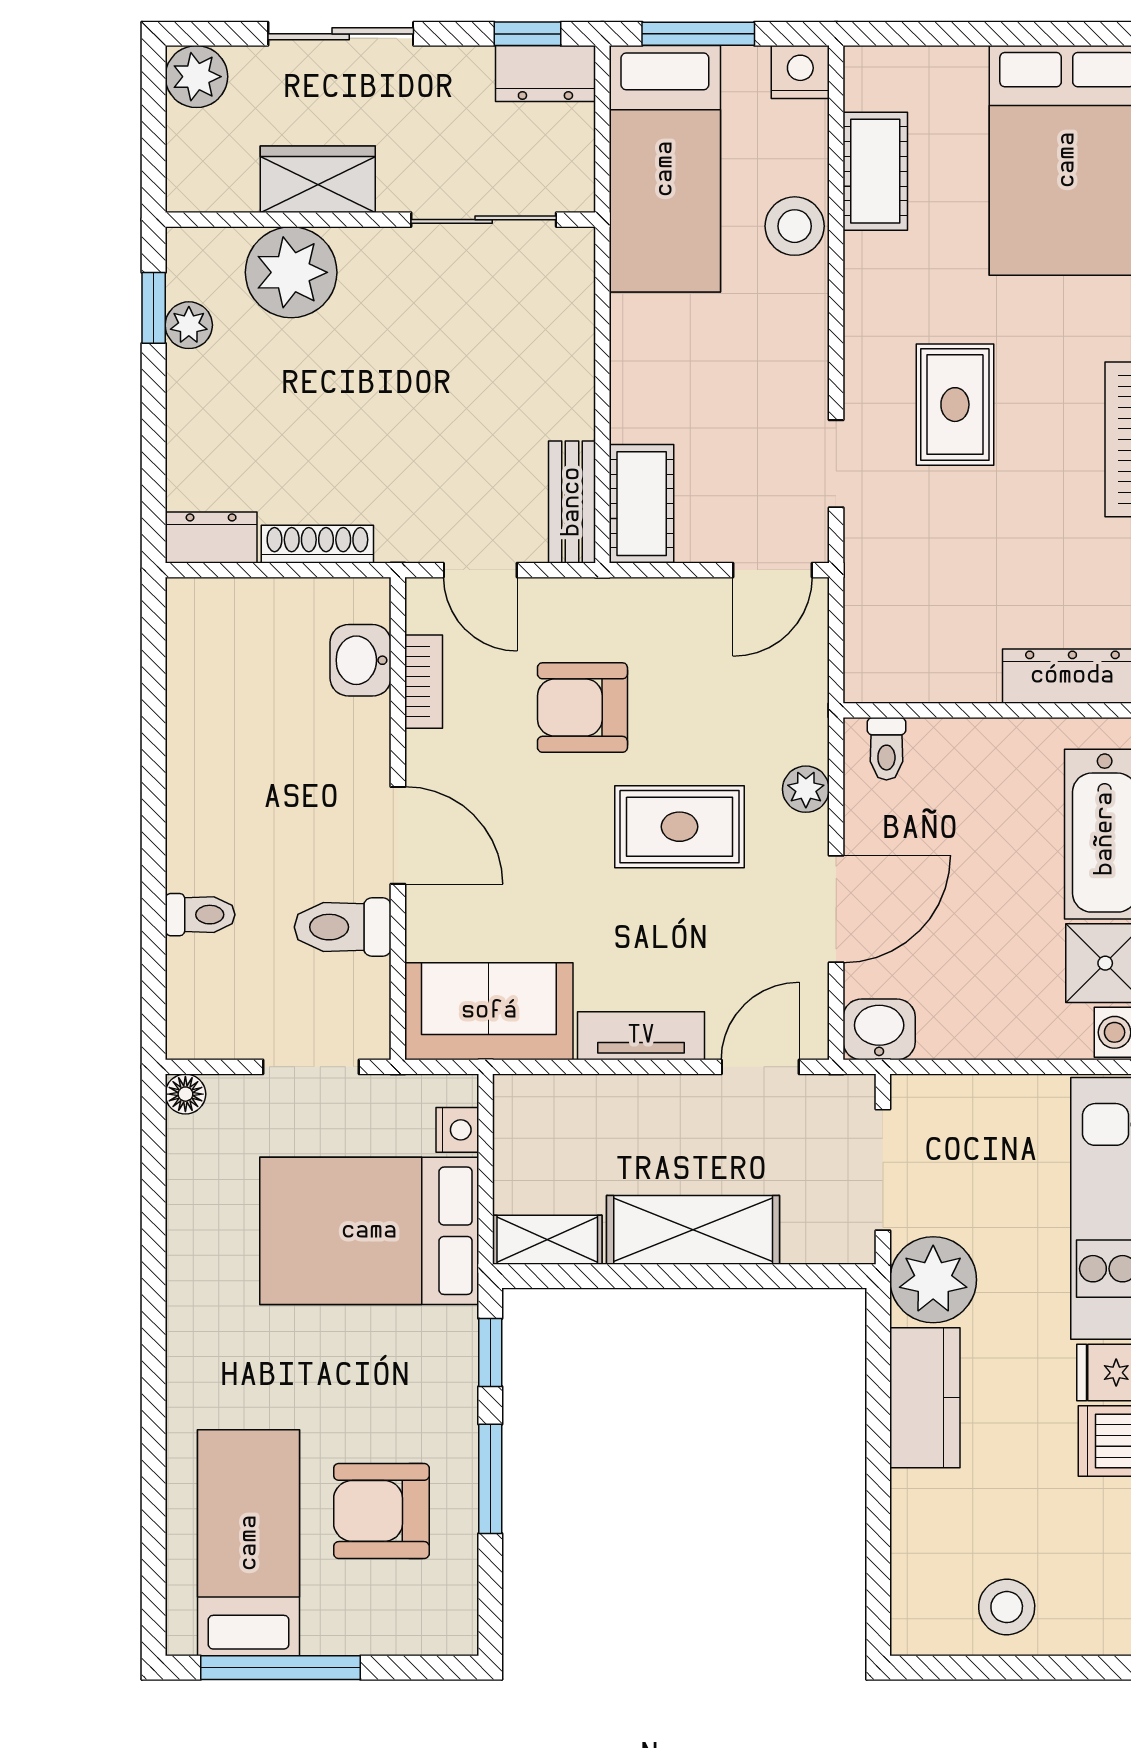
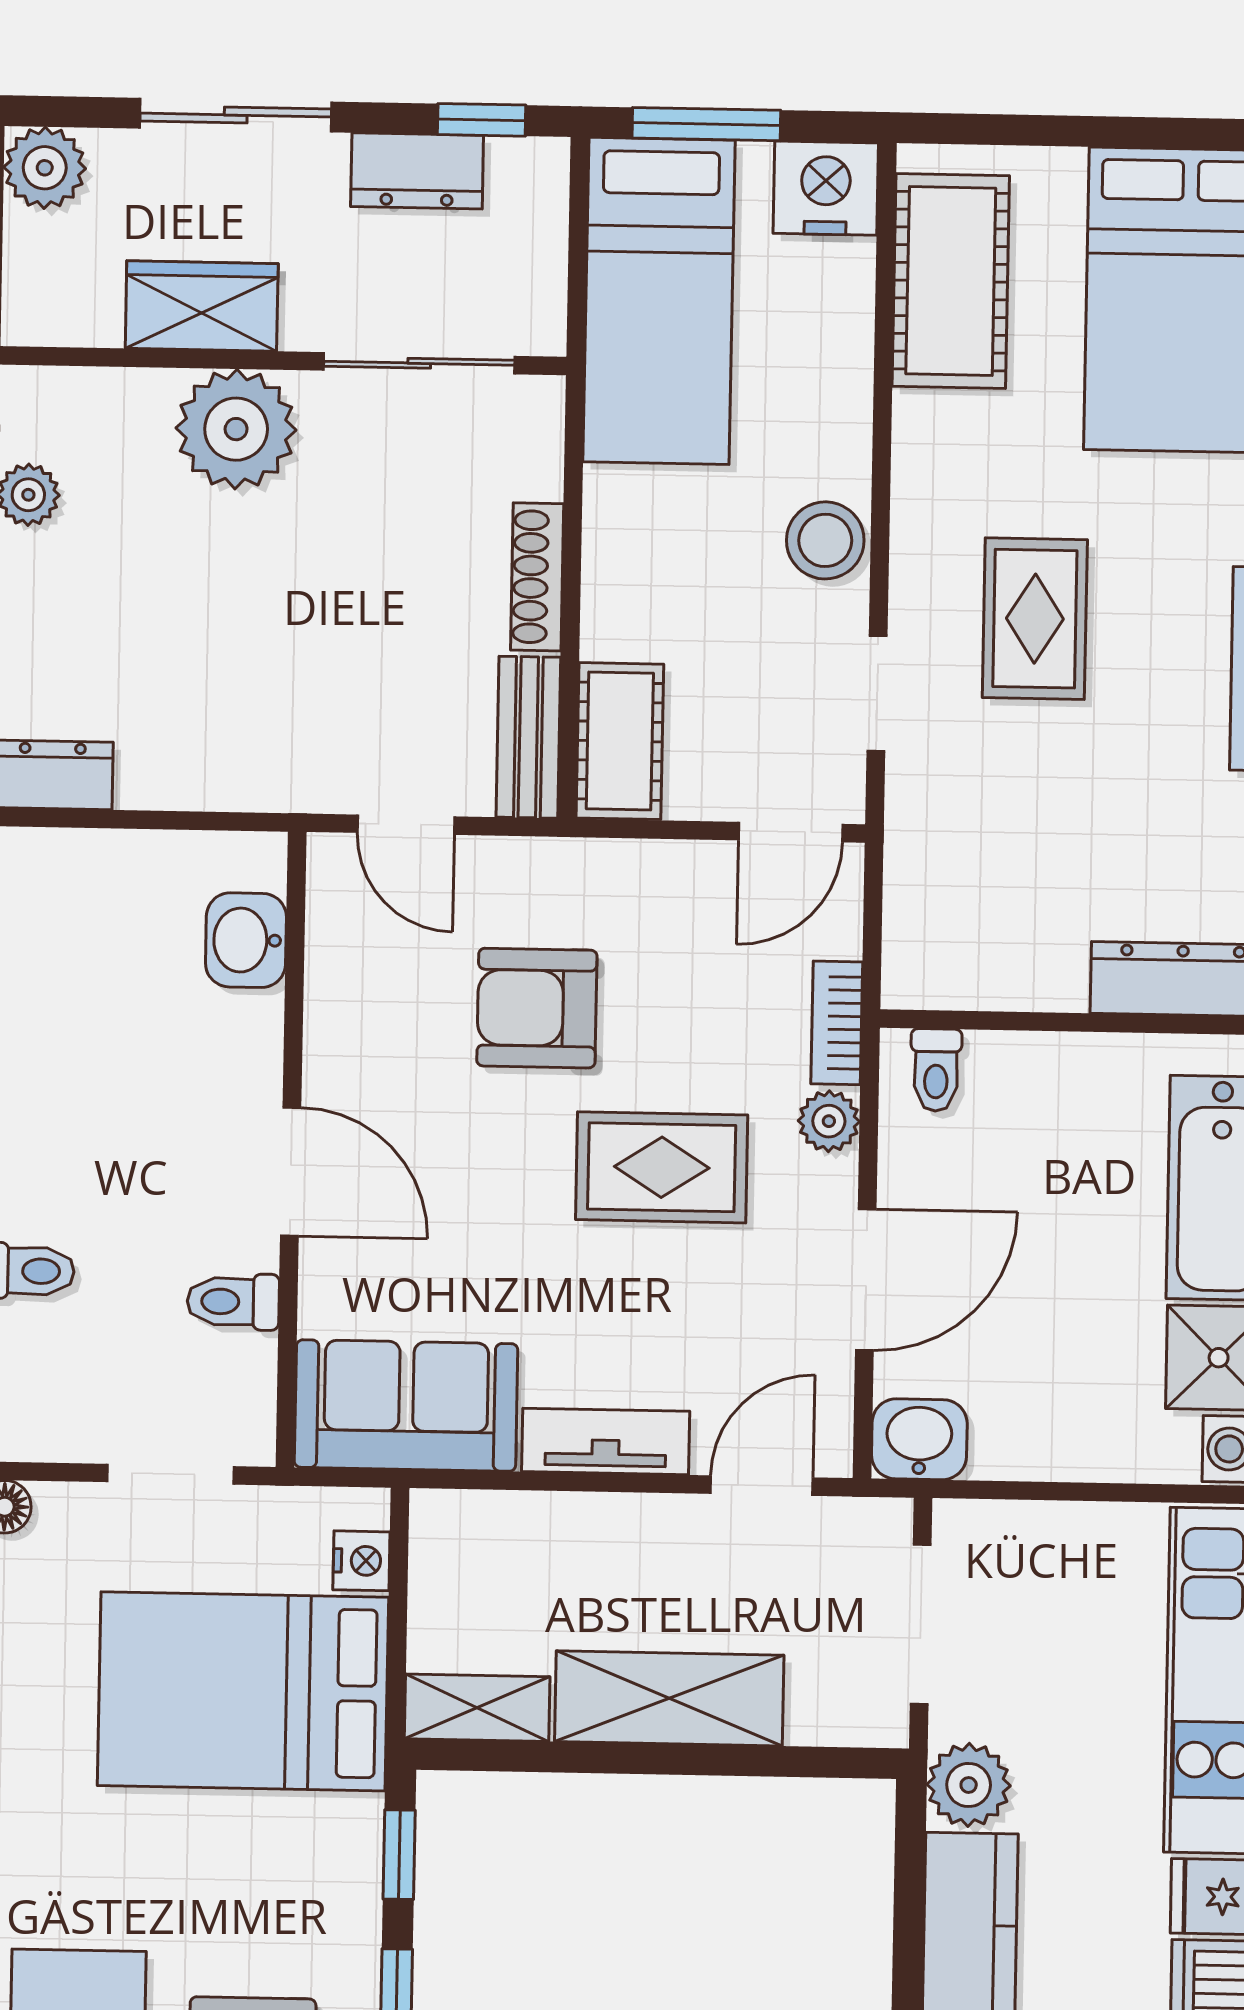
nightstand: (800, 72) -> (826, 188), width x1.36, depth x1.33
dresser: (545, 74) -> (417, 171), moved
cot: (875, 171) -> (951, 281), width x1.37, depth x1.34
stool: (795, 226) -> (825, 540), moved
plant: (291, 272) -> (236, 429), moved
shoe rack: (317, 544) -> (537, 577), moved, turned -90
bookcase: (424, 682) -> (837, 1023), moved, turned 180
toilet: (343, 927) -> (233, 1302), width x0.73, depth x0.72
plant: (933, 1280) -> (969, 1785), width x0.73, depth x0.73

